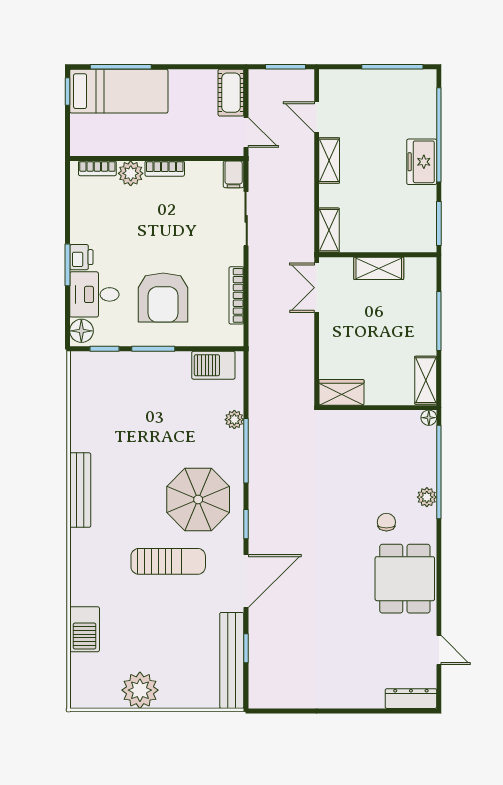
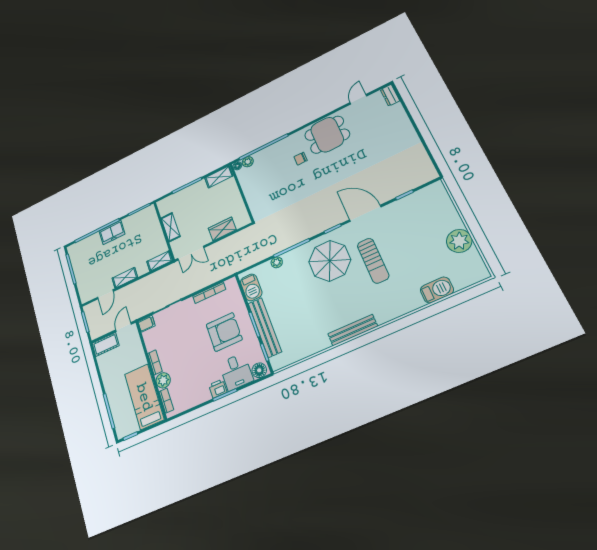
bed: (119, 91) -> (144, 397), moved
wardrobe: (341, 392) -> (222, 229), moved, turned 90
plant: (427, 497) -> (248, 162), moved
sun lounger: (168, 561) -> (373, 261), turned 180
bench: (232, 660) -> (265, 327), moved, turned 90
dresser: (411, 699) -> (390, 95), width x0.70

